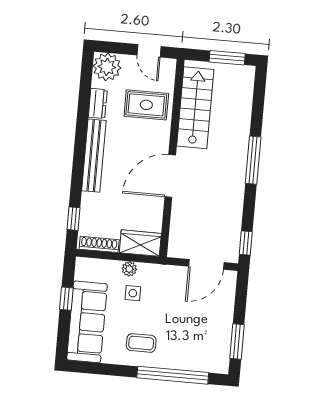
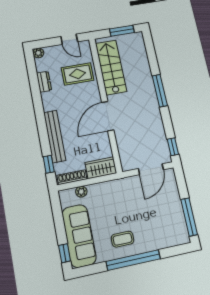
plant: (107, 67) -> (38, 53), width x0.53, depth x0.53
bench: (94, 156) -> (55, 136), moved
plant: (129, 269) -> (81, 192), moved
side table: (133, 293) -> (106, 205), removed
window: (66, 299) -> (65, 253), moved
window: (237, 341) -> (189, 217), width x1.44
window: (173, 375) -> (133, 260), moved

